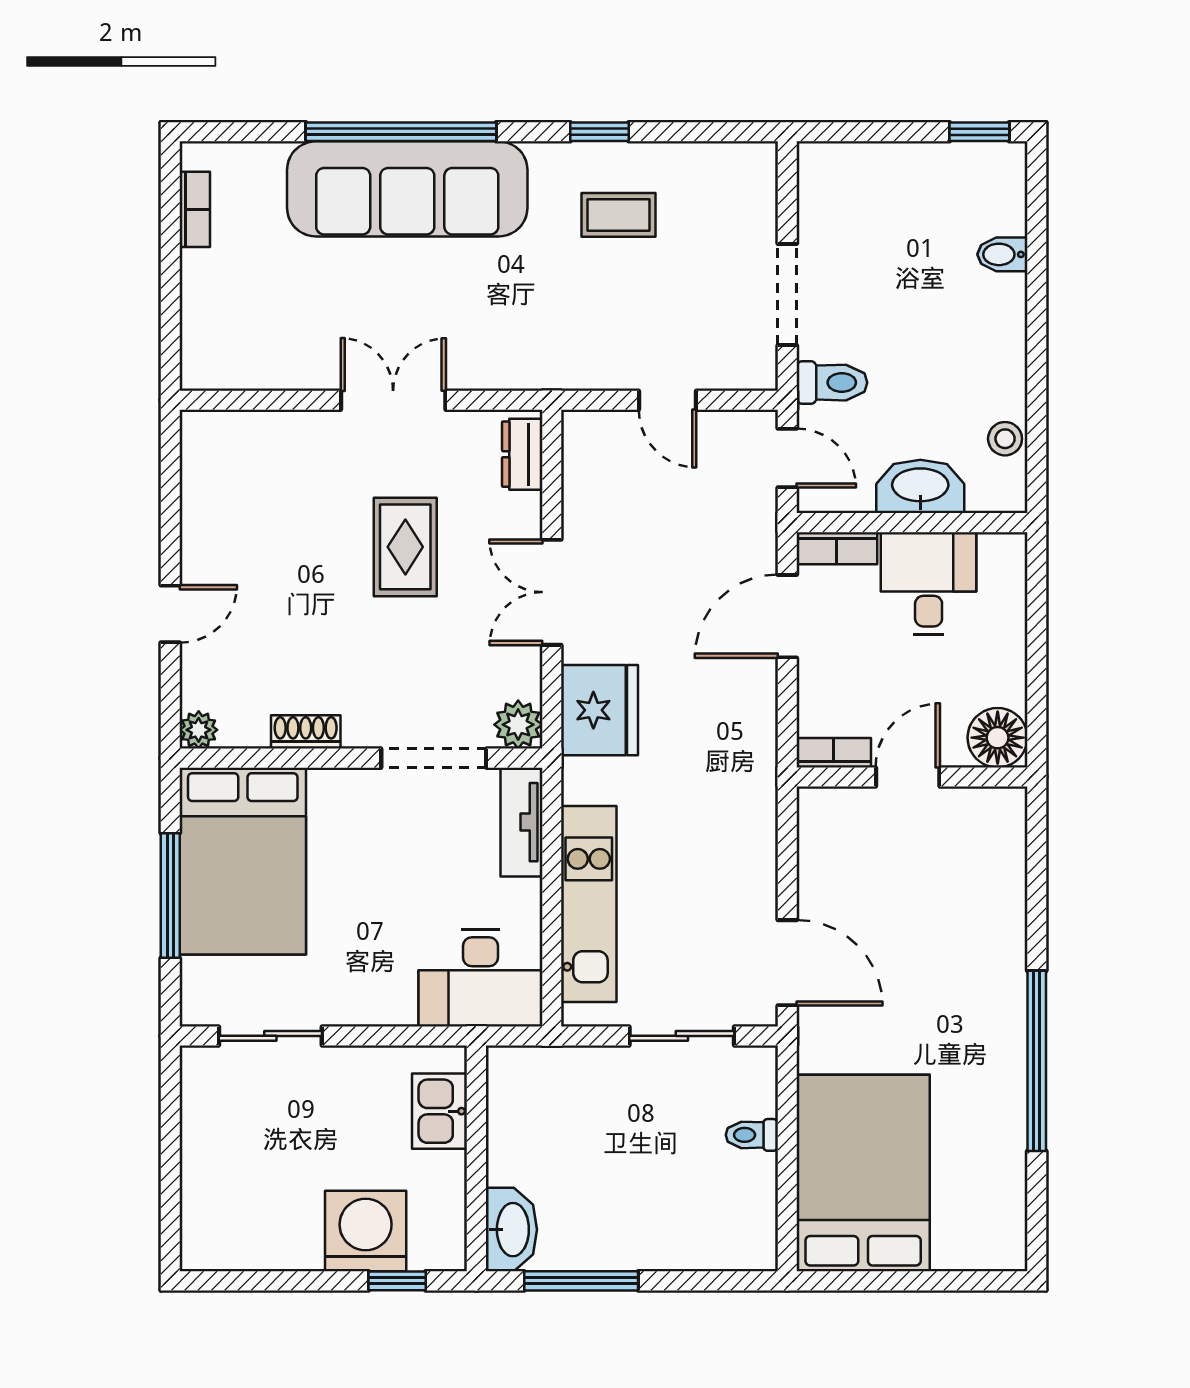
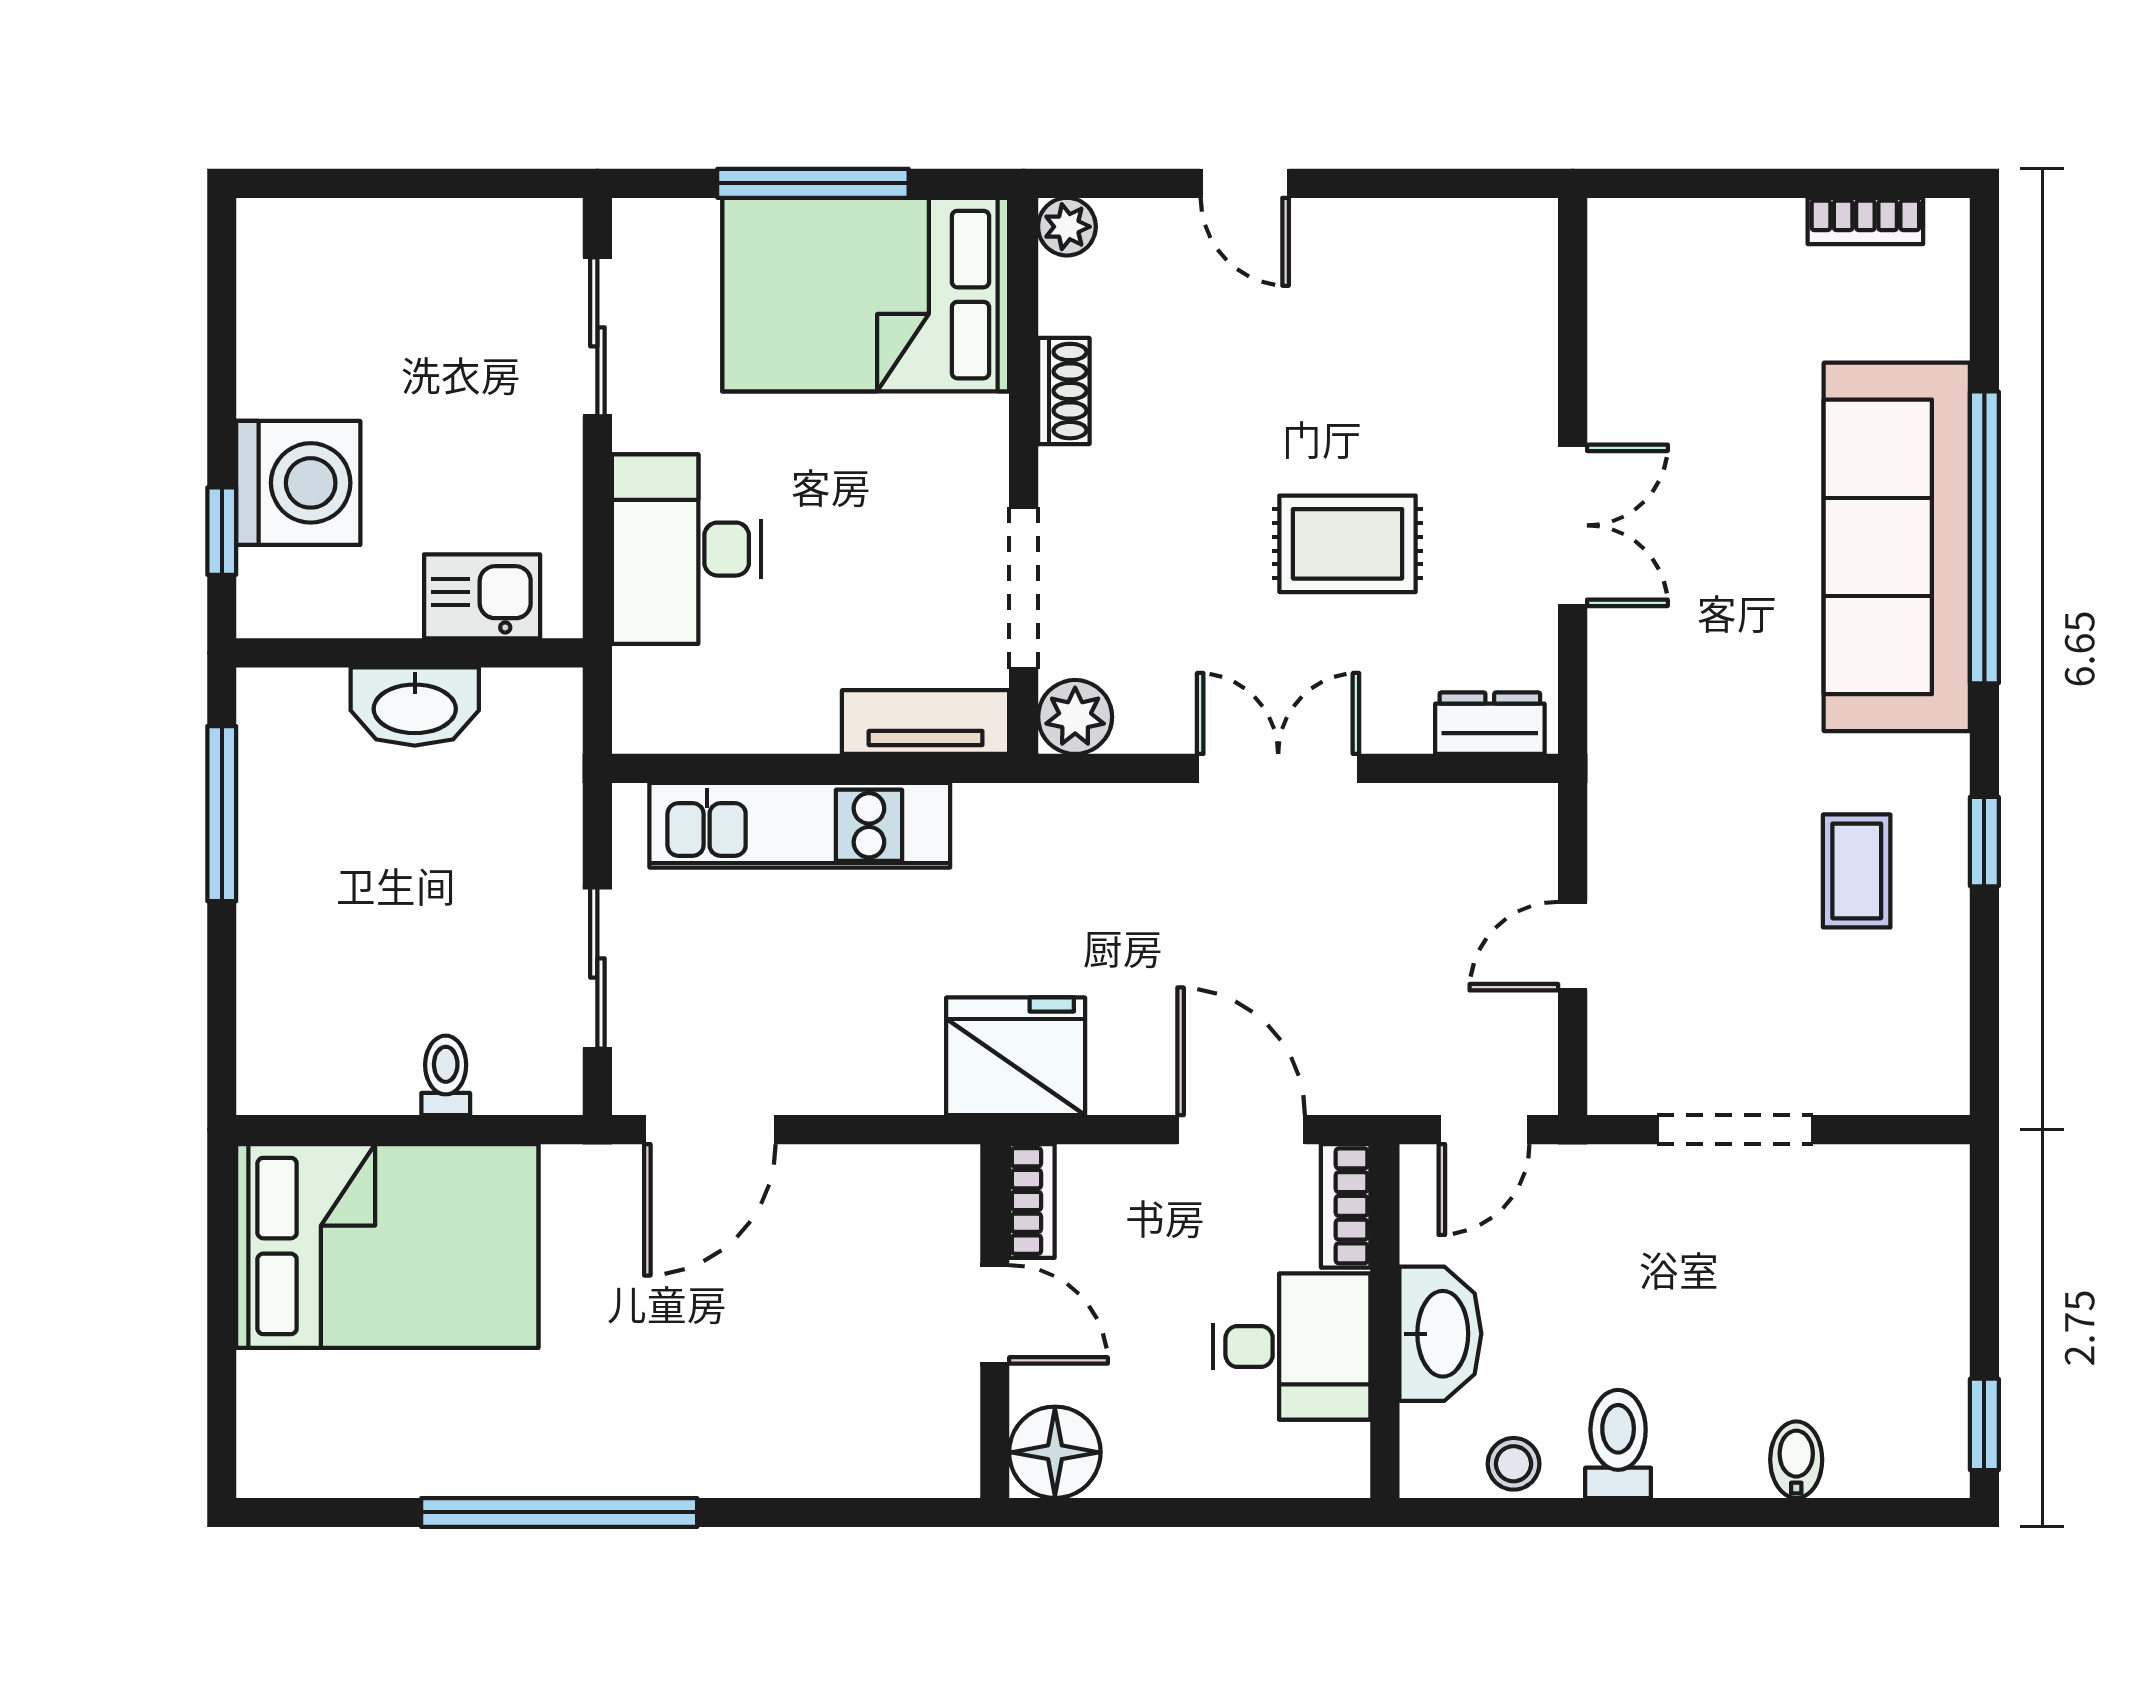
toilet: (832, 383) -> (1618, 1444), moved, turned 180
fridge: (599, 710) -> (1016, 1056), moved, turned 180
desk: (480, 978) -> (686, 549), moved
washbasin: (511, 1230) -> (415, 707), moved

